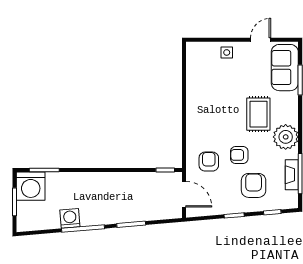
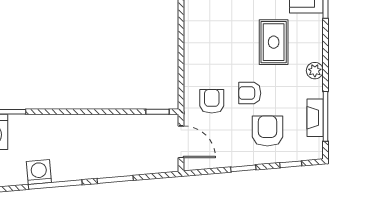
plant: (286, 137) -> (315, 71), width x0.53, depth x0.53

